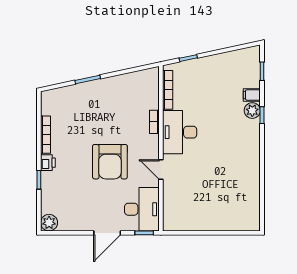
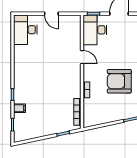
plant: (252, 111) -> (19, 98), removed
desk: (180, 132) -> (25, 30), moved, turned 180
armchair: (110, 162) -> (119, 81), moved, turned -90
door: (206, 233) -> (51, 14), added

